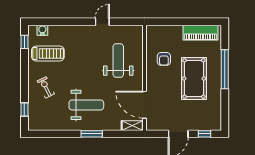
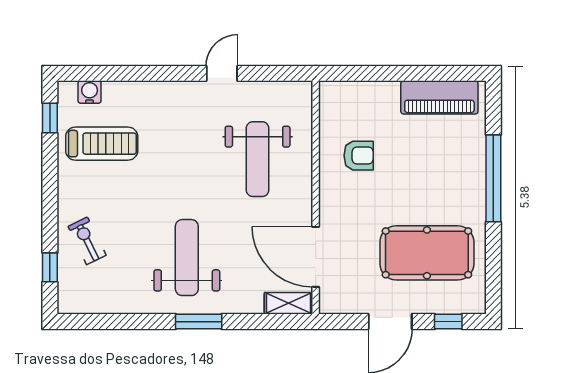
armchair: (164, 59) -> (359, 156), turned -90
weight bench: (118, 61) -> (258, 159), turned 180
pool table: (194, 78) -> (427, 253), moved, turned 90
exercise bike: (46, 87) -> (87, 241), moved
weight bench: (86, 105) -> (187, 258), turned -90

